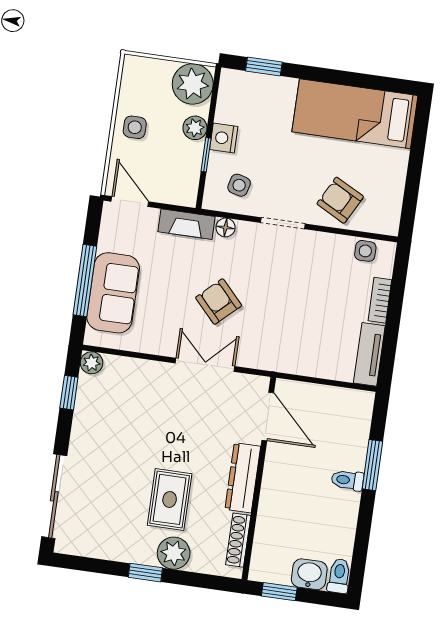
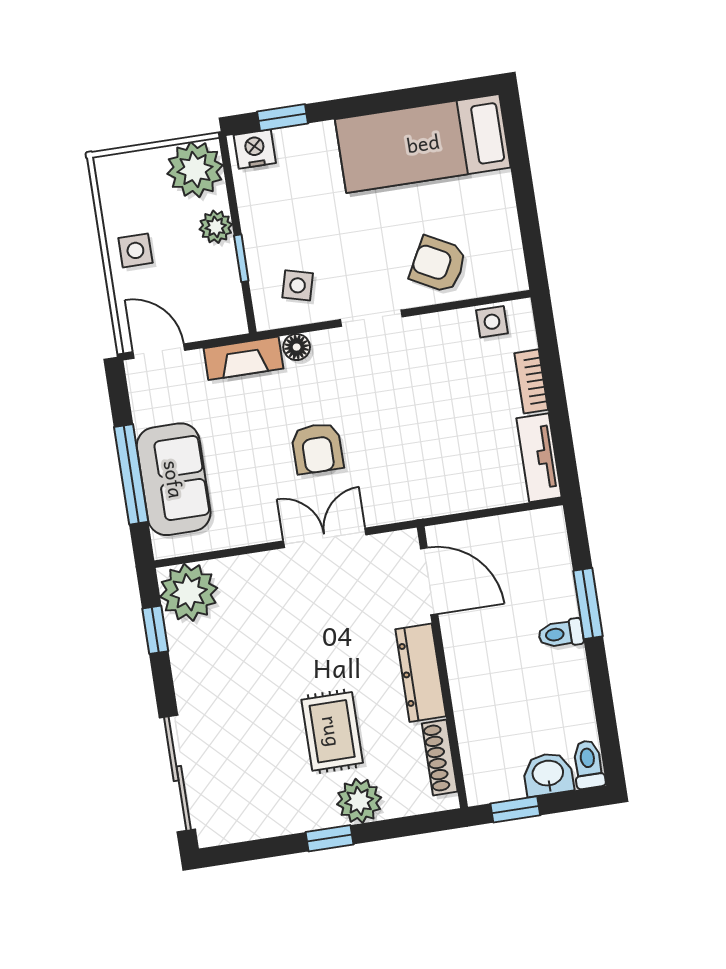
nightstand: (224, 138) -> (255, 149), moved, turned 90
armchair: (219, 302) -> (317, 448), turned -137
plant: (92, 363) -> (189, 592), width x1.88, depth x1.88

